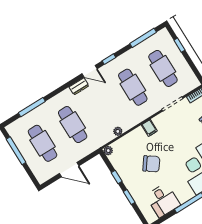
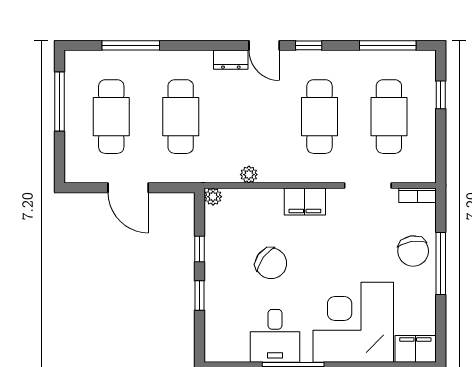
filing cabinet: (149, 128) -> (305, 201), width x2.00
desk: (163, 200) -> (275, 336), moved

